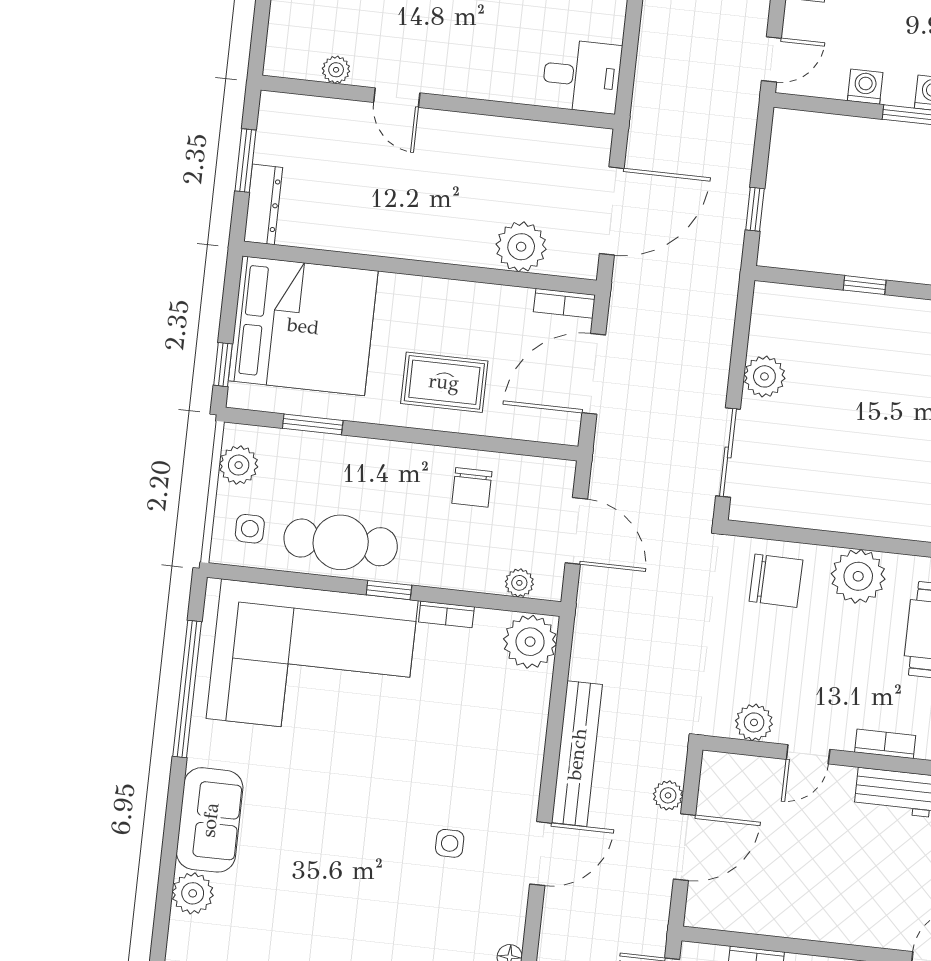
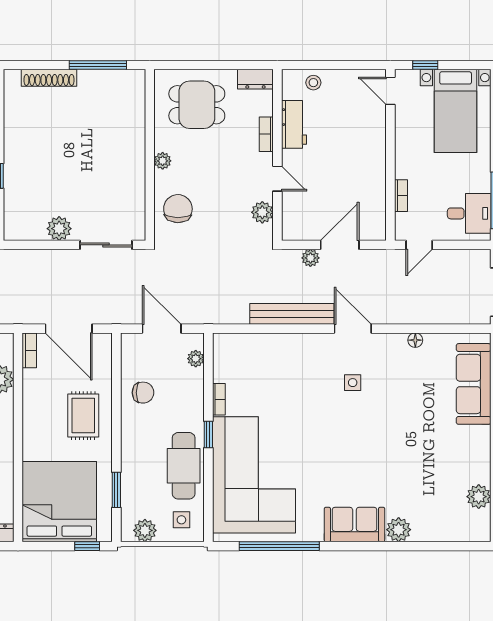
door: (576, 531) -> (162, 329), hinge flipped
plant: (858, 576) -> (163, 161), width x0.53, depth x0.53
plant: (530, 642) -> (229, 349), removed
door: (684, 847) -> (340, 245), hinge flipped

